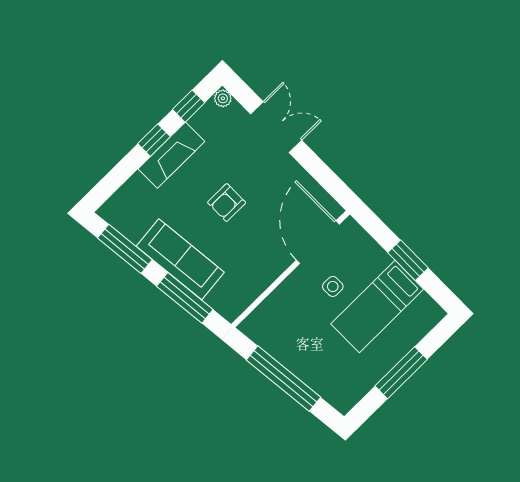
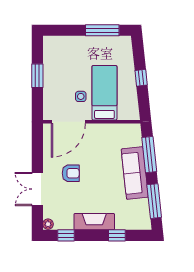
window: (154, 140) -> (117, 235), moved
armchair: (227, 203) -> (71, 173), moved
bed: (377, 306) -> (104, 93), moved, turned -90
window: (401, 373) -> (102, 30), moved
window: (284, 379) -> (141, 78), width x0.32

